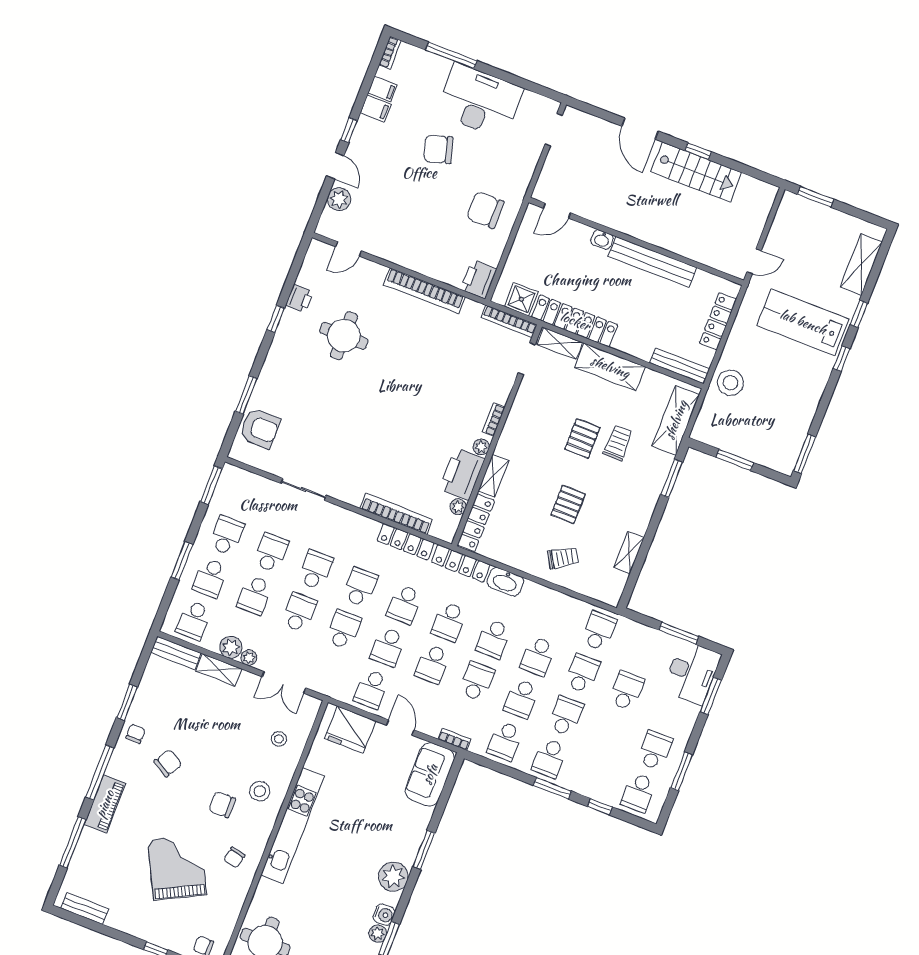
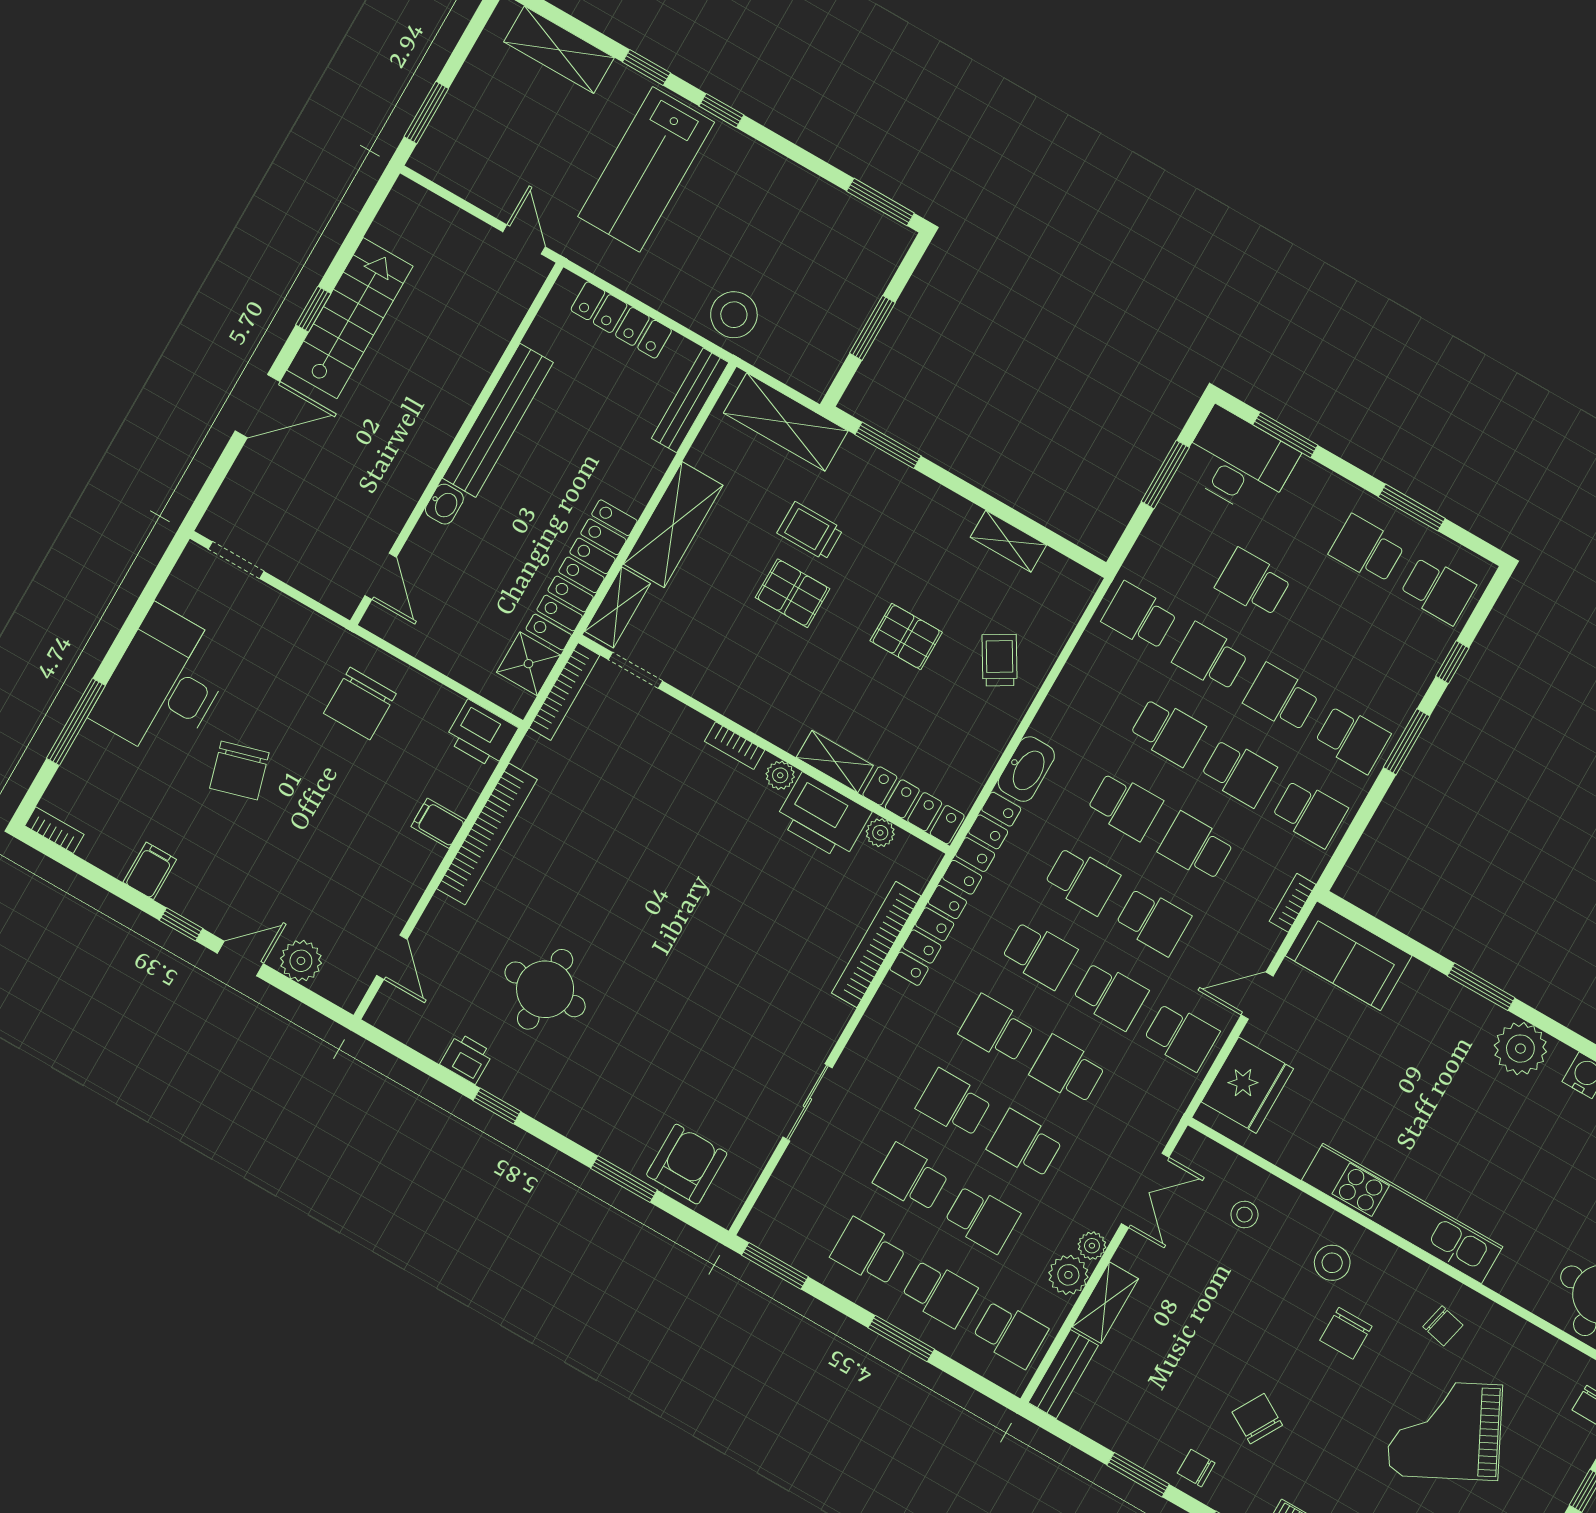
filing cabinet: (382, 89) -> (438, 823), moved, turned -90

